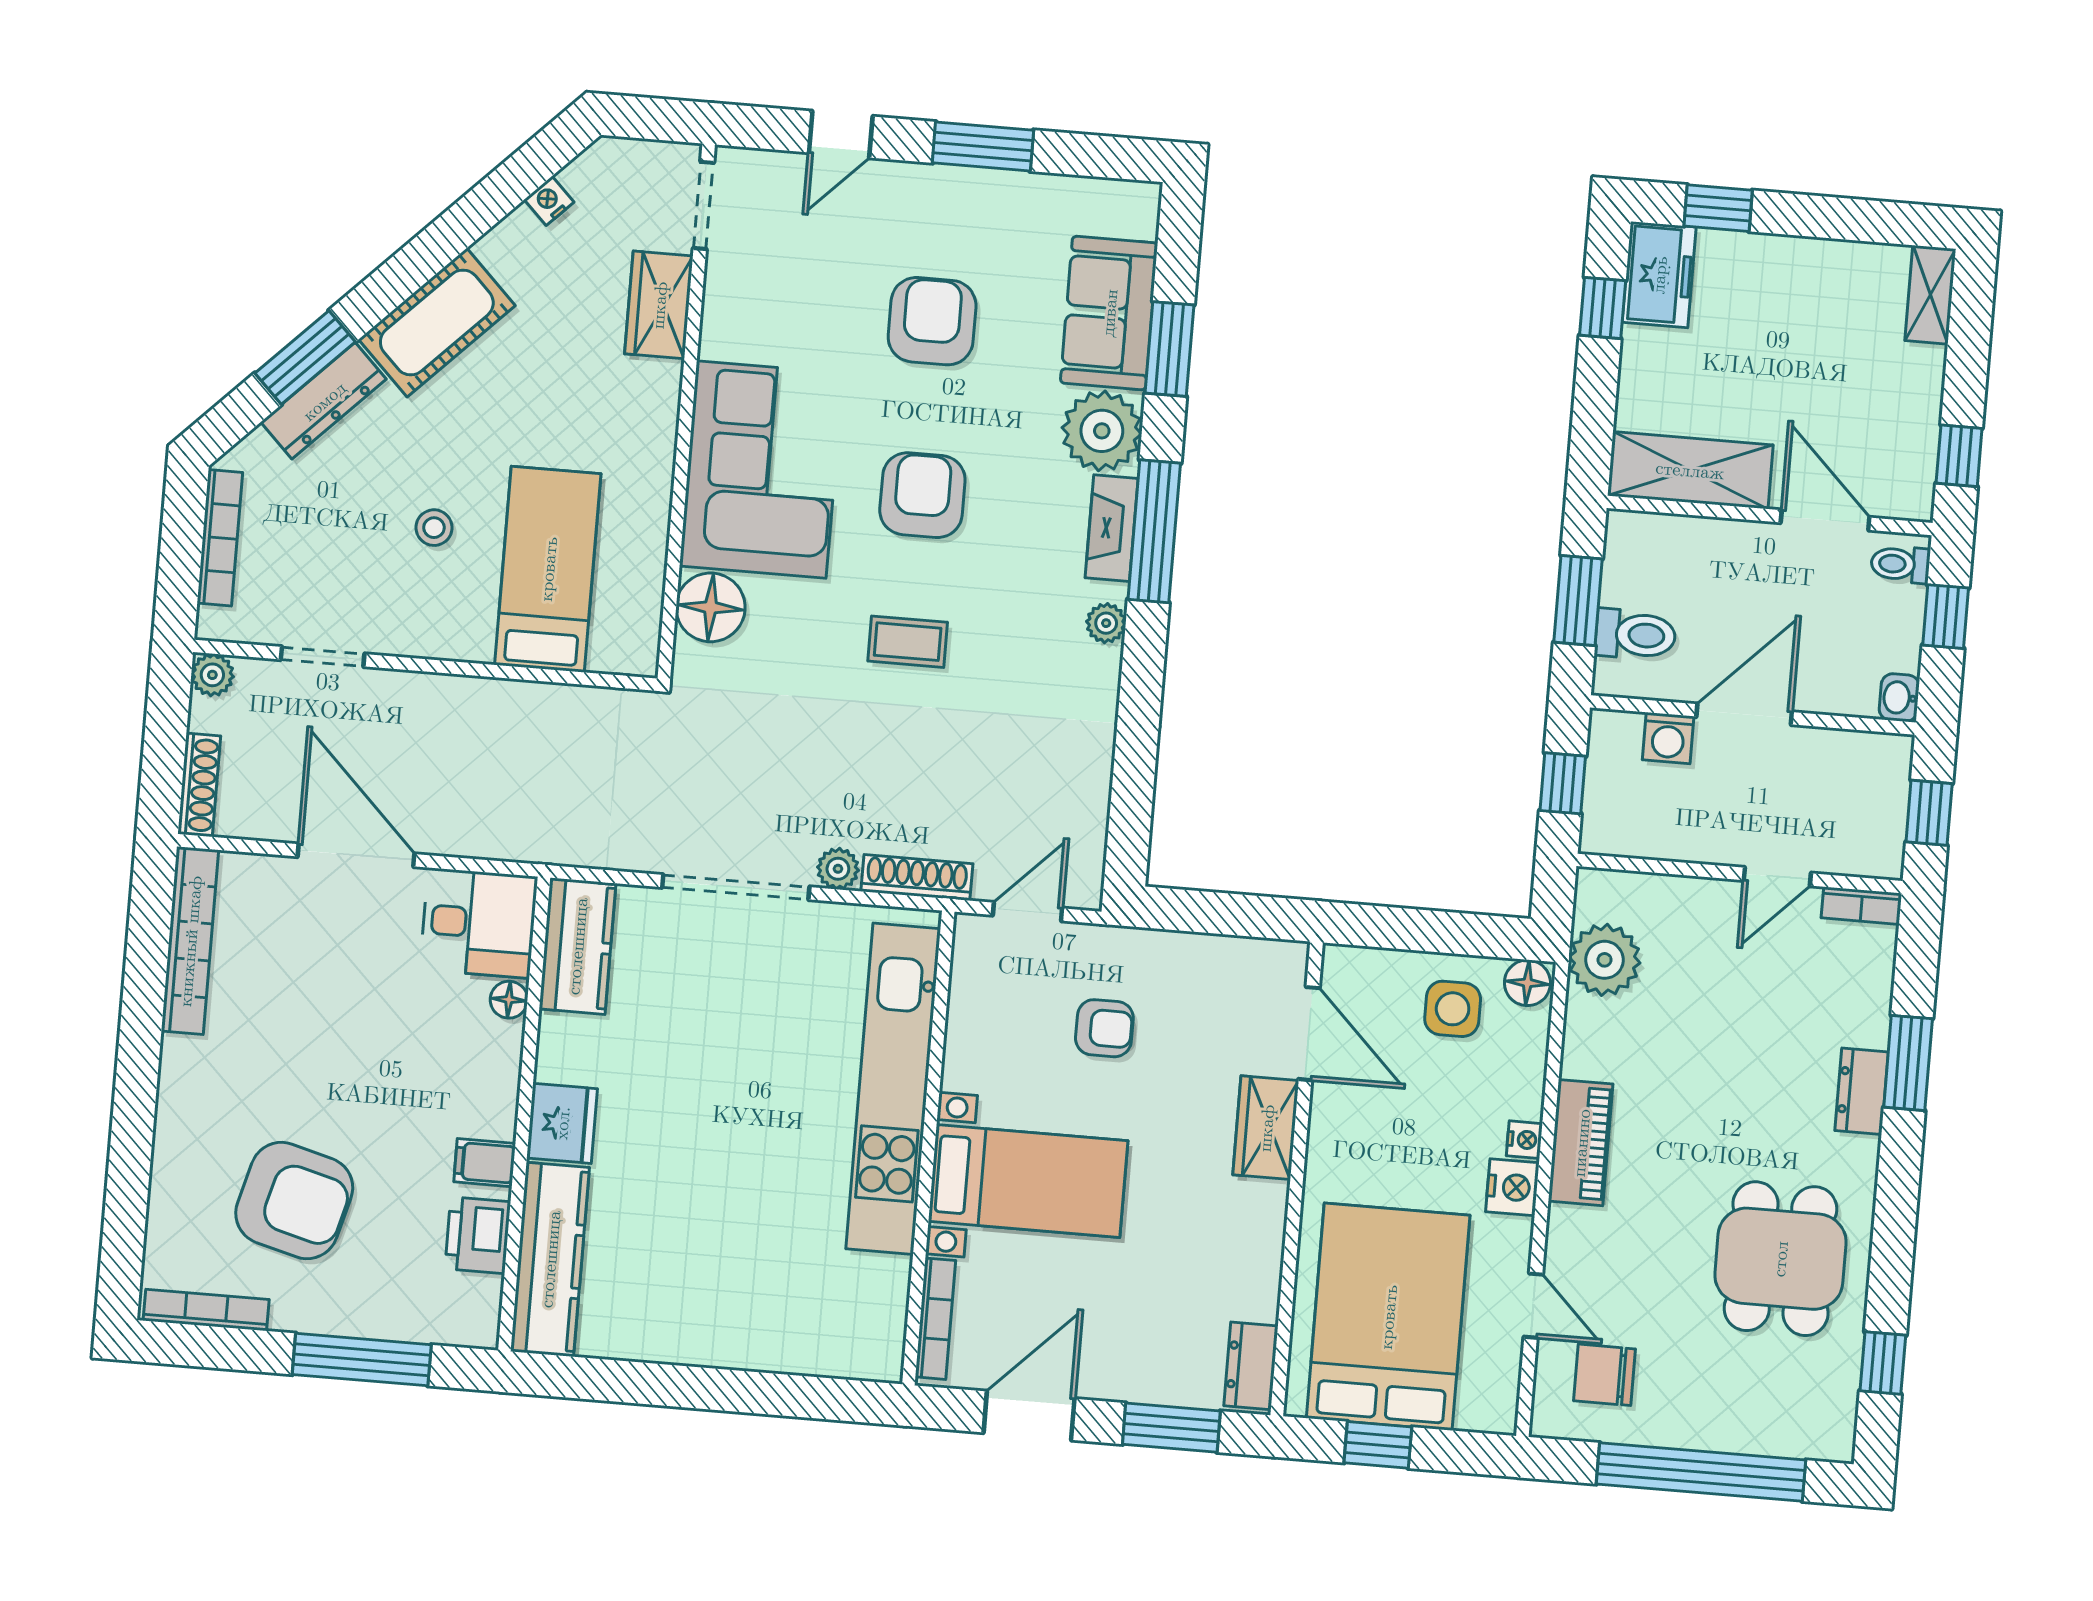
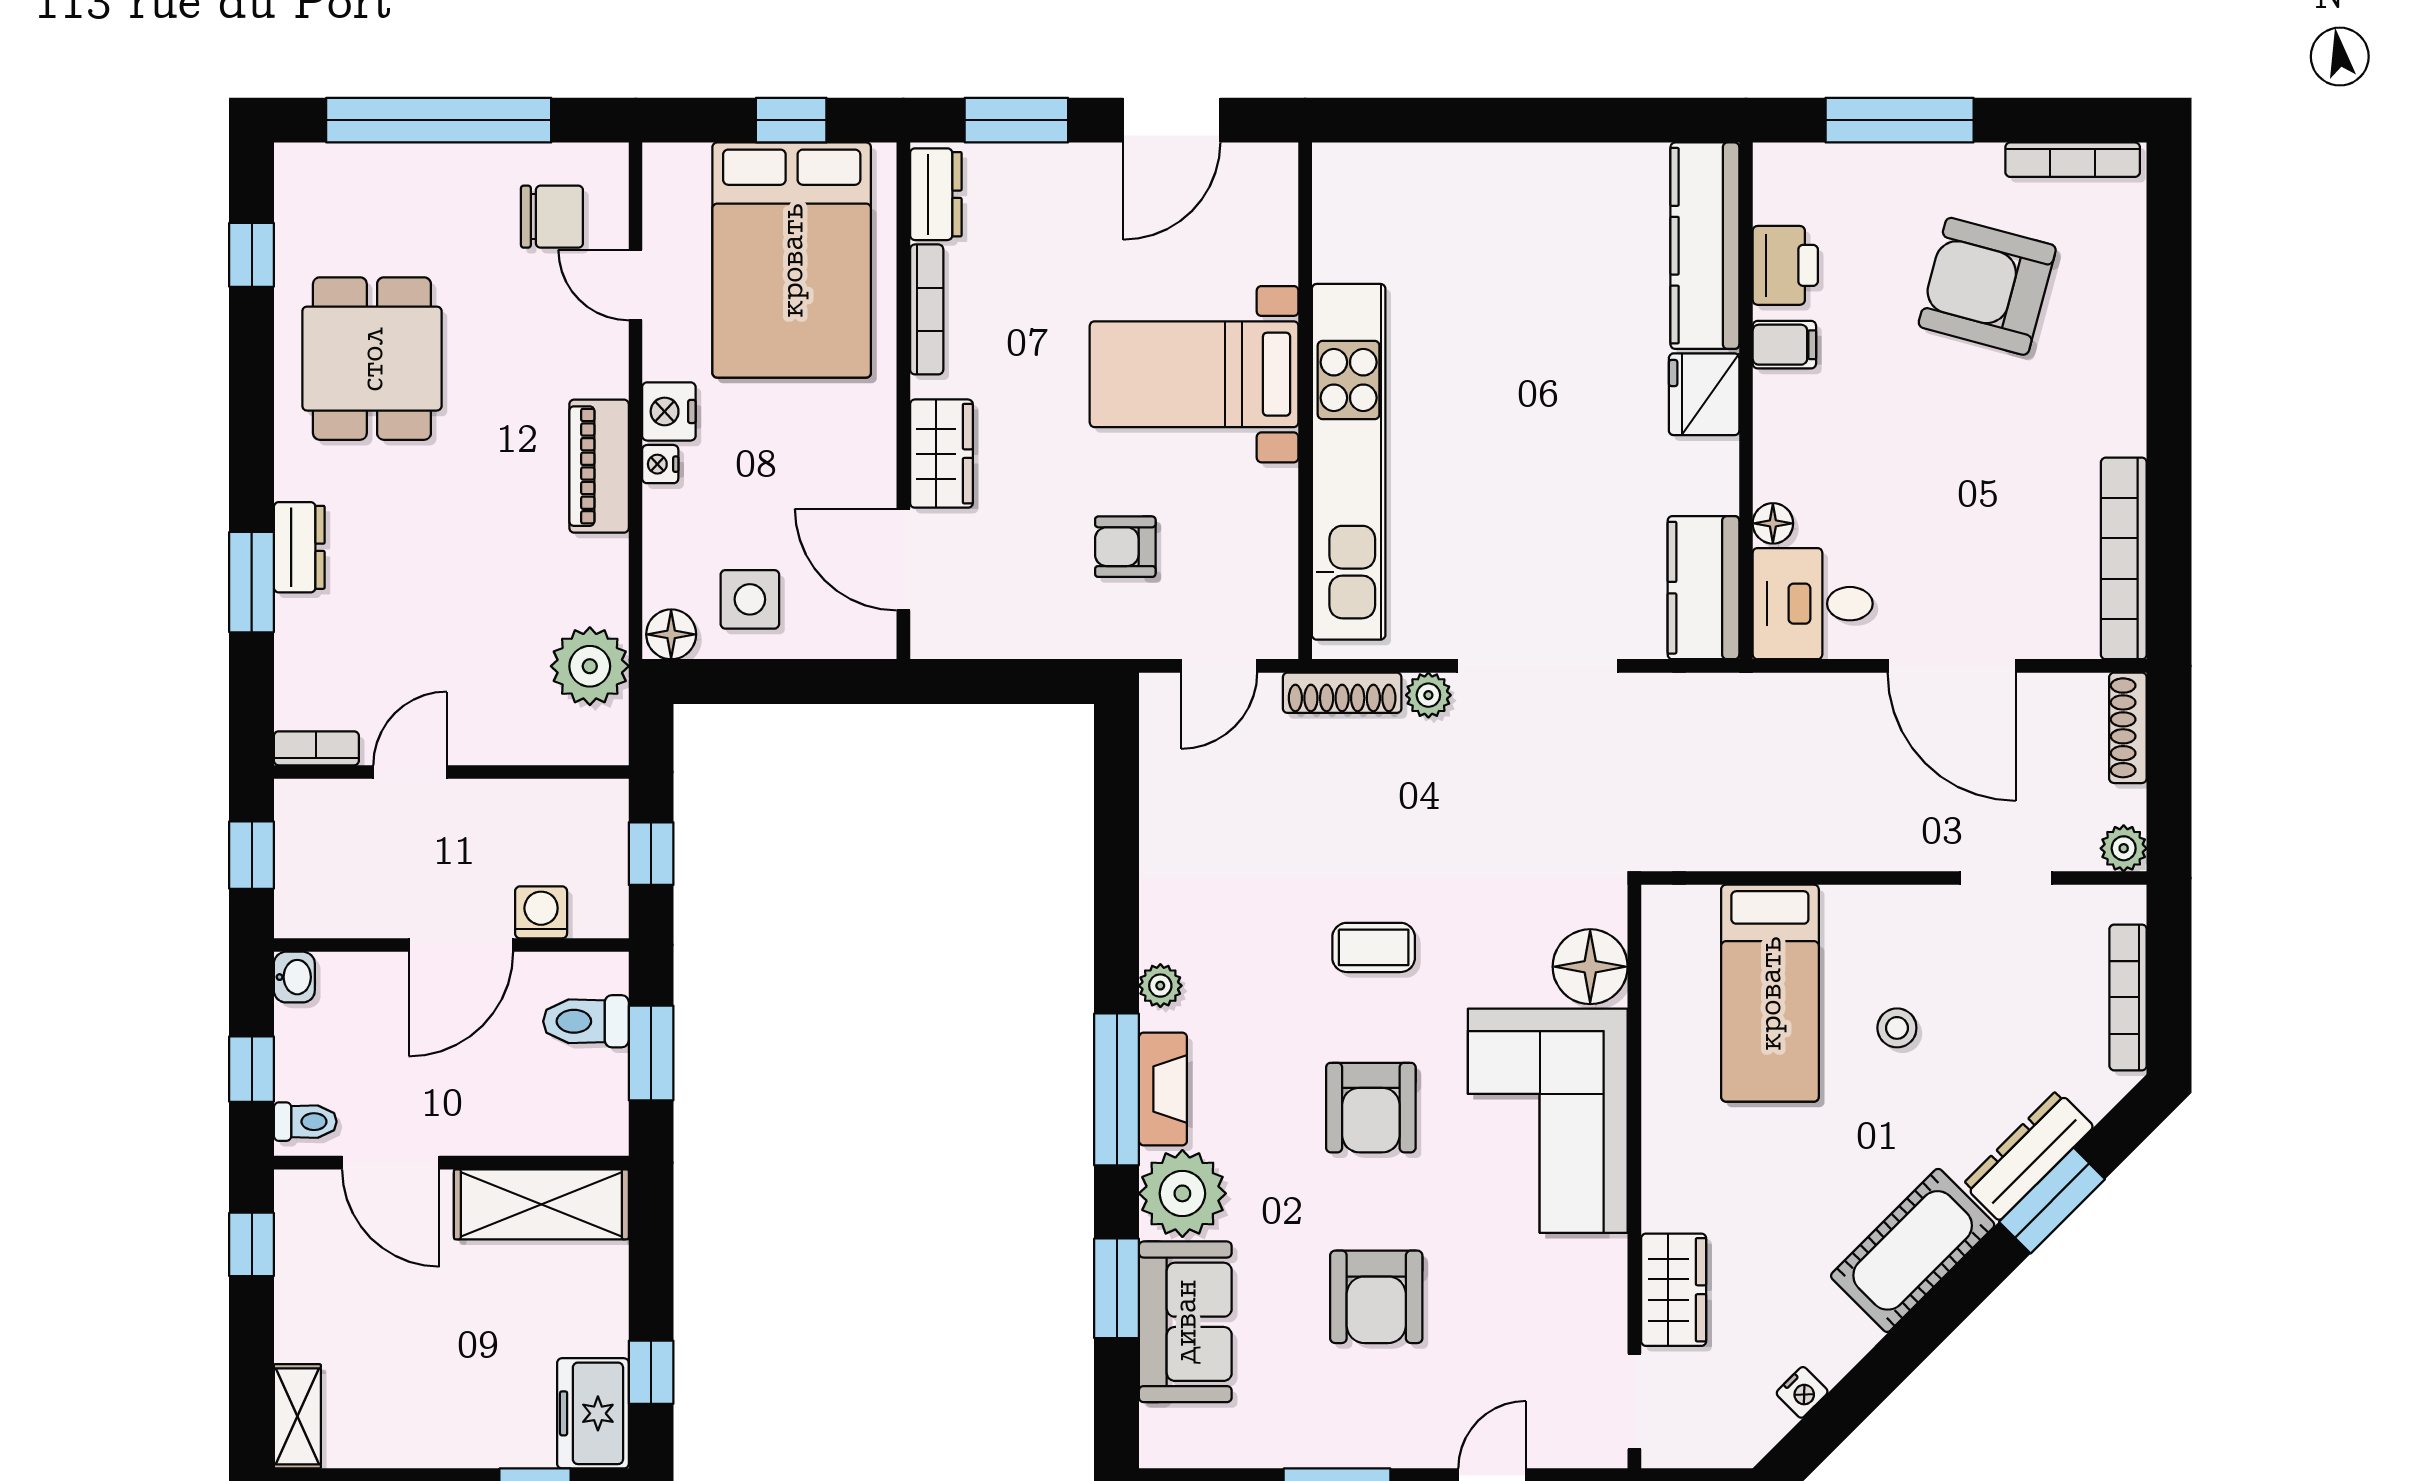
bookcase: (935, 1319) -> (927, 309), moved, turned 180

